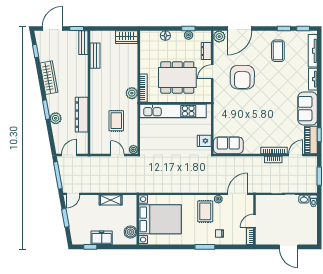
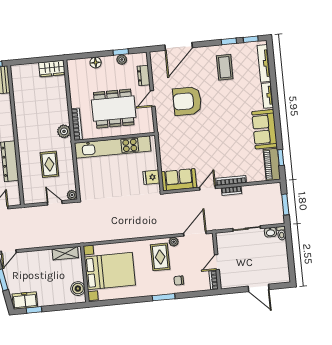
plant: (219, 37) -> (157, 58), removed
bench: (95, 56) -> (18, 93), removed
armchair: (242, 77) -> (187, 101), turned 89
door: (296, 155) -> (208, 188), moved
shelving: (111, 200) -> (65, 253), moved
freezer: (102, 238) -> (25, 300), moved

